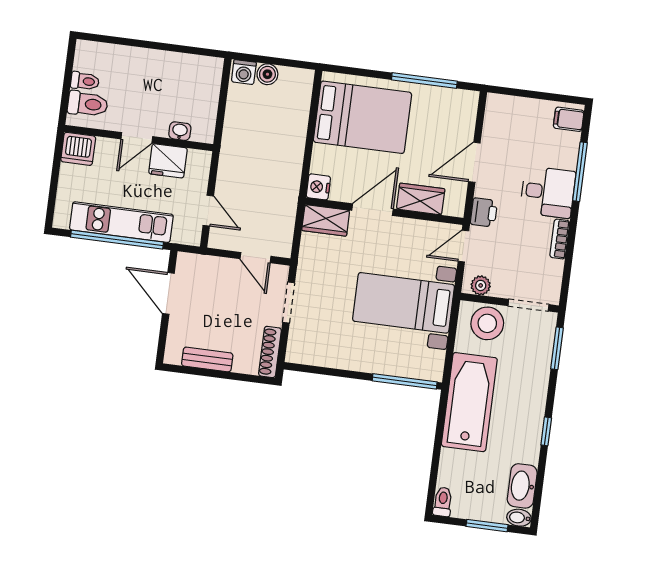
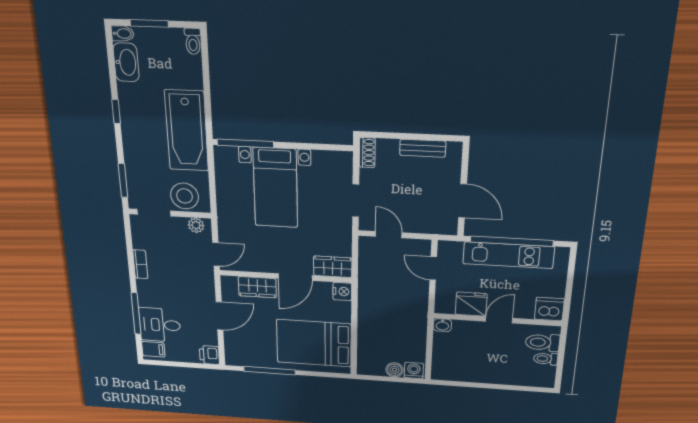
washbasin: (180, 131) -> (442, 325), moved
desk: (548, 192) -> (160, 325), moved
printer: (484, 212) -> (209, 355), moved
bed with nightstands: (404, 303) -> (275, 188), moved, turned 90
shoe rack: (270, 352) -> (367, 153), width x0.70

